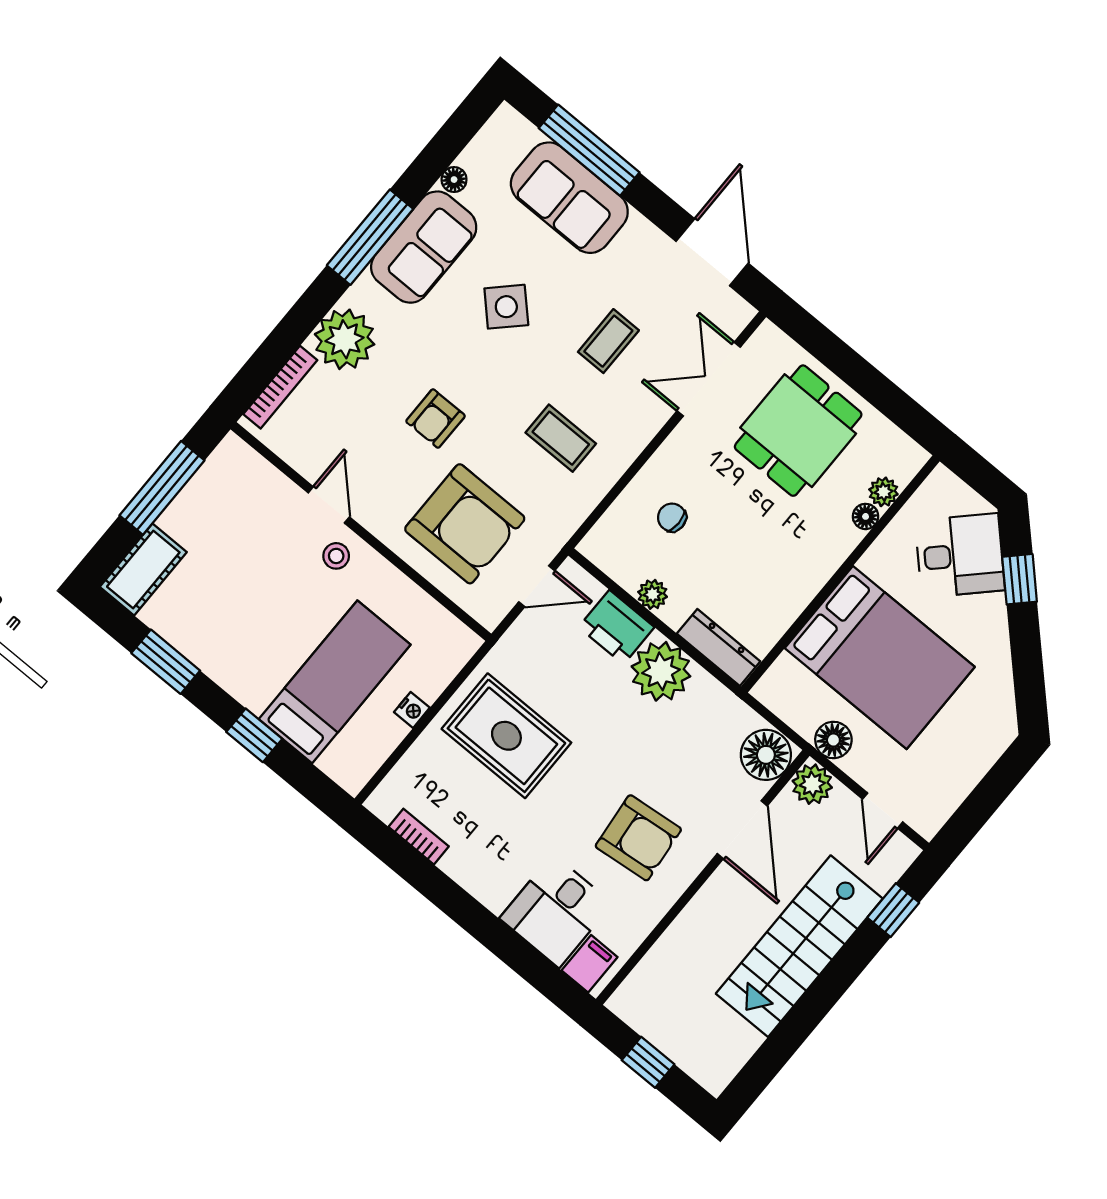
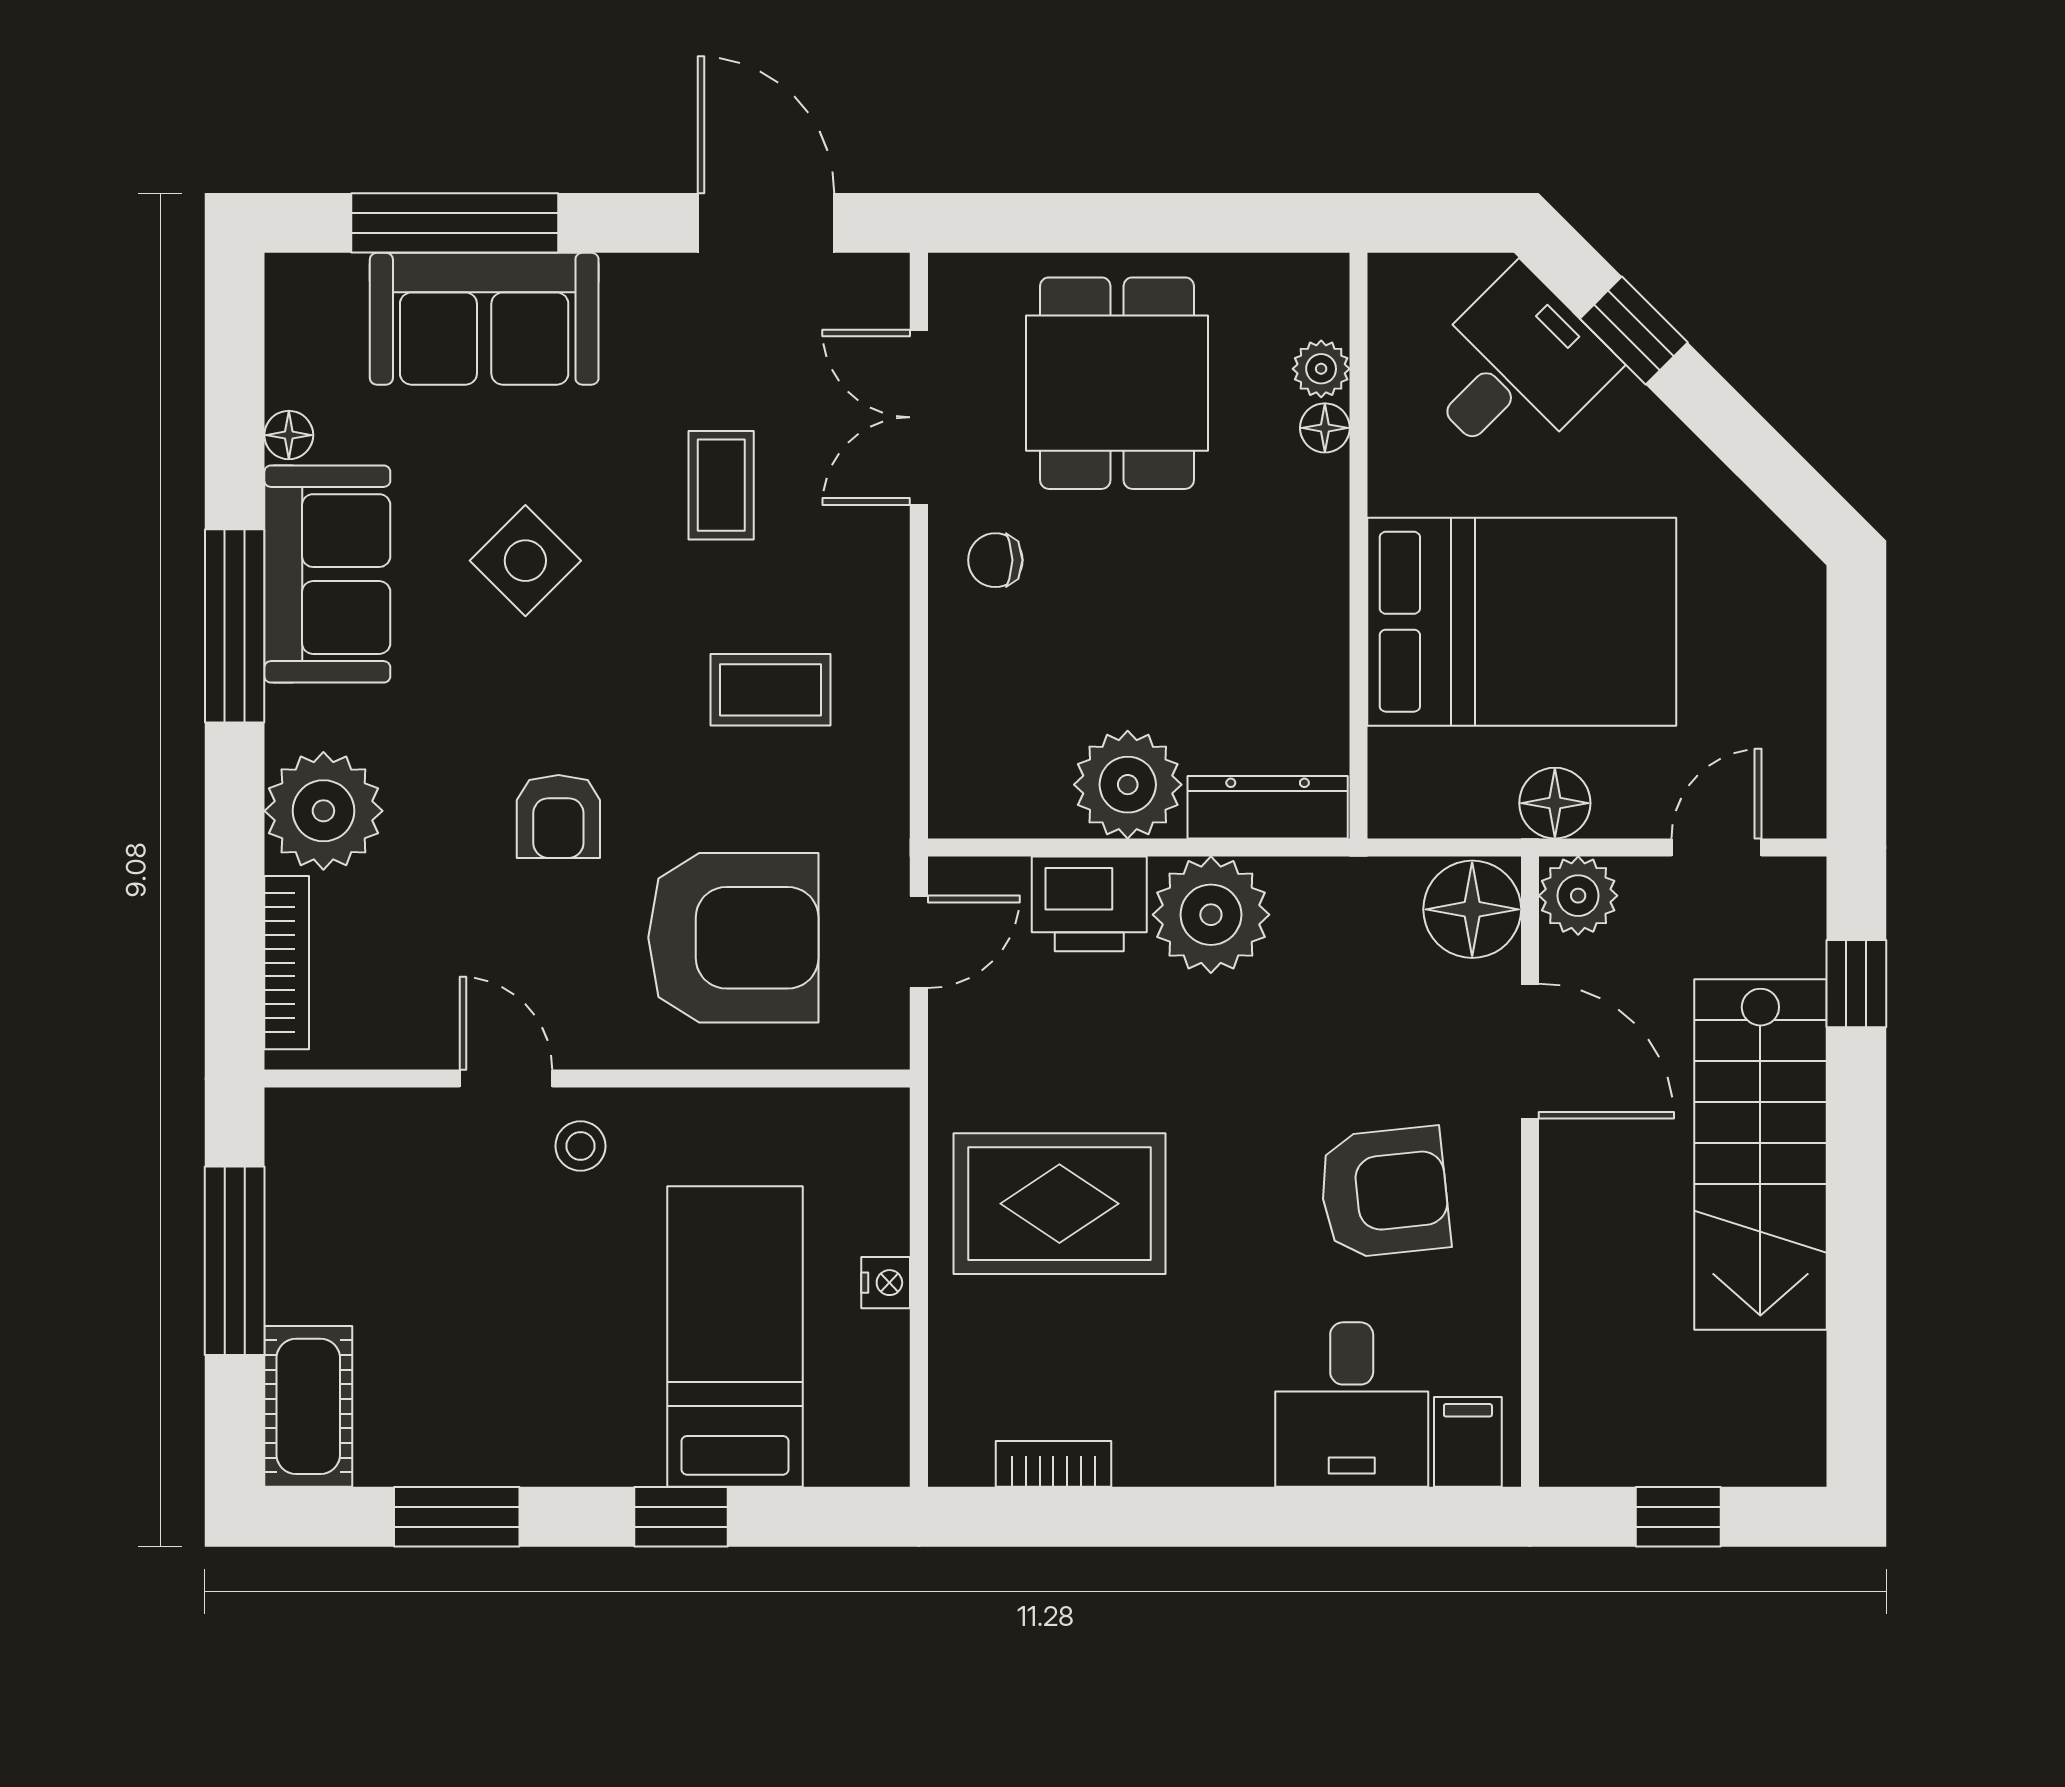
chair: (672, 517) -> (995, 560), moved
plant: (653, 594) -> (1128, 785), width x1.87, depth x1.87
door: (883, 811) -> (1716, 847), swing flipped

